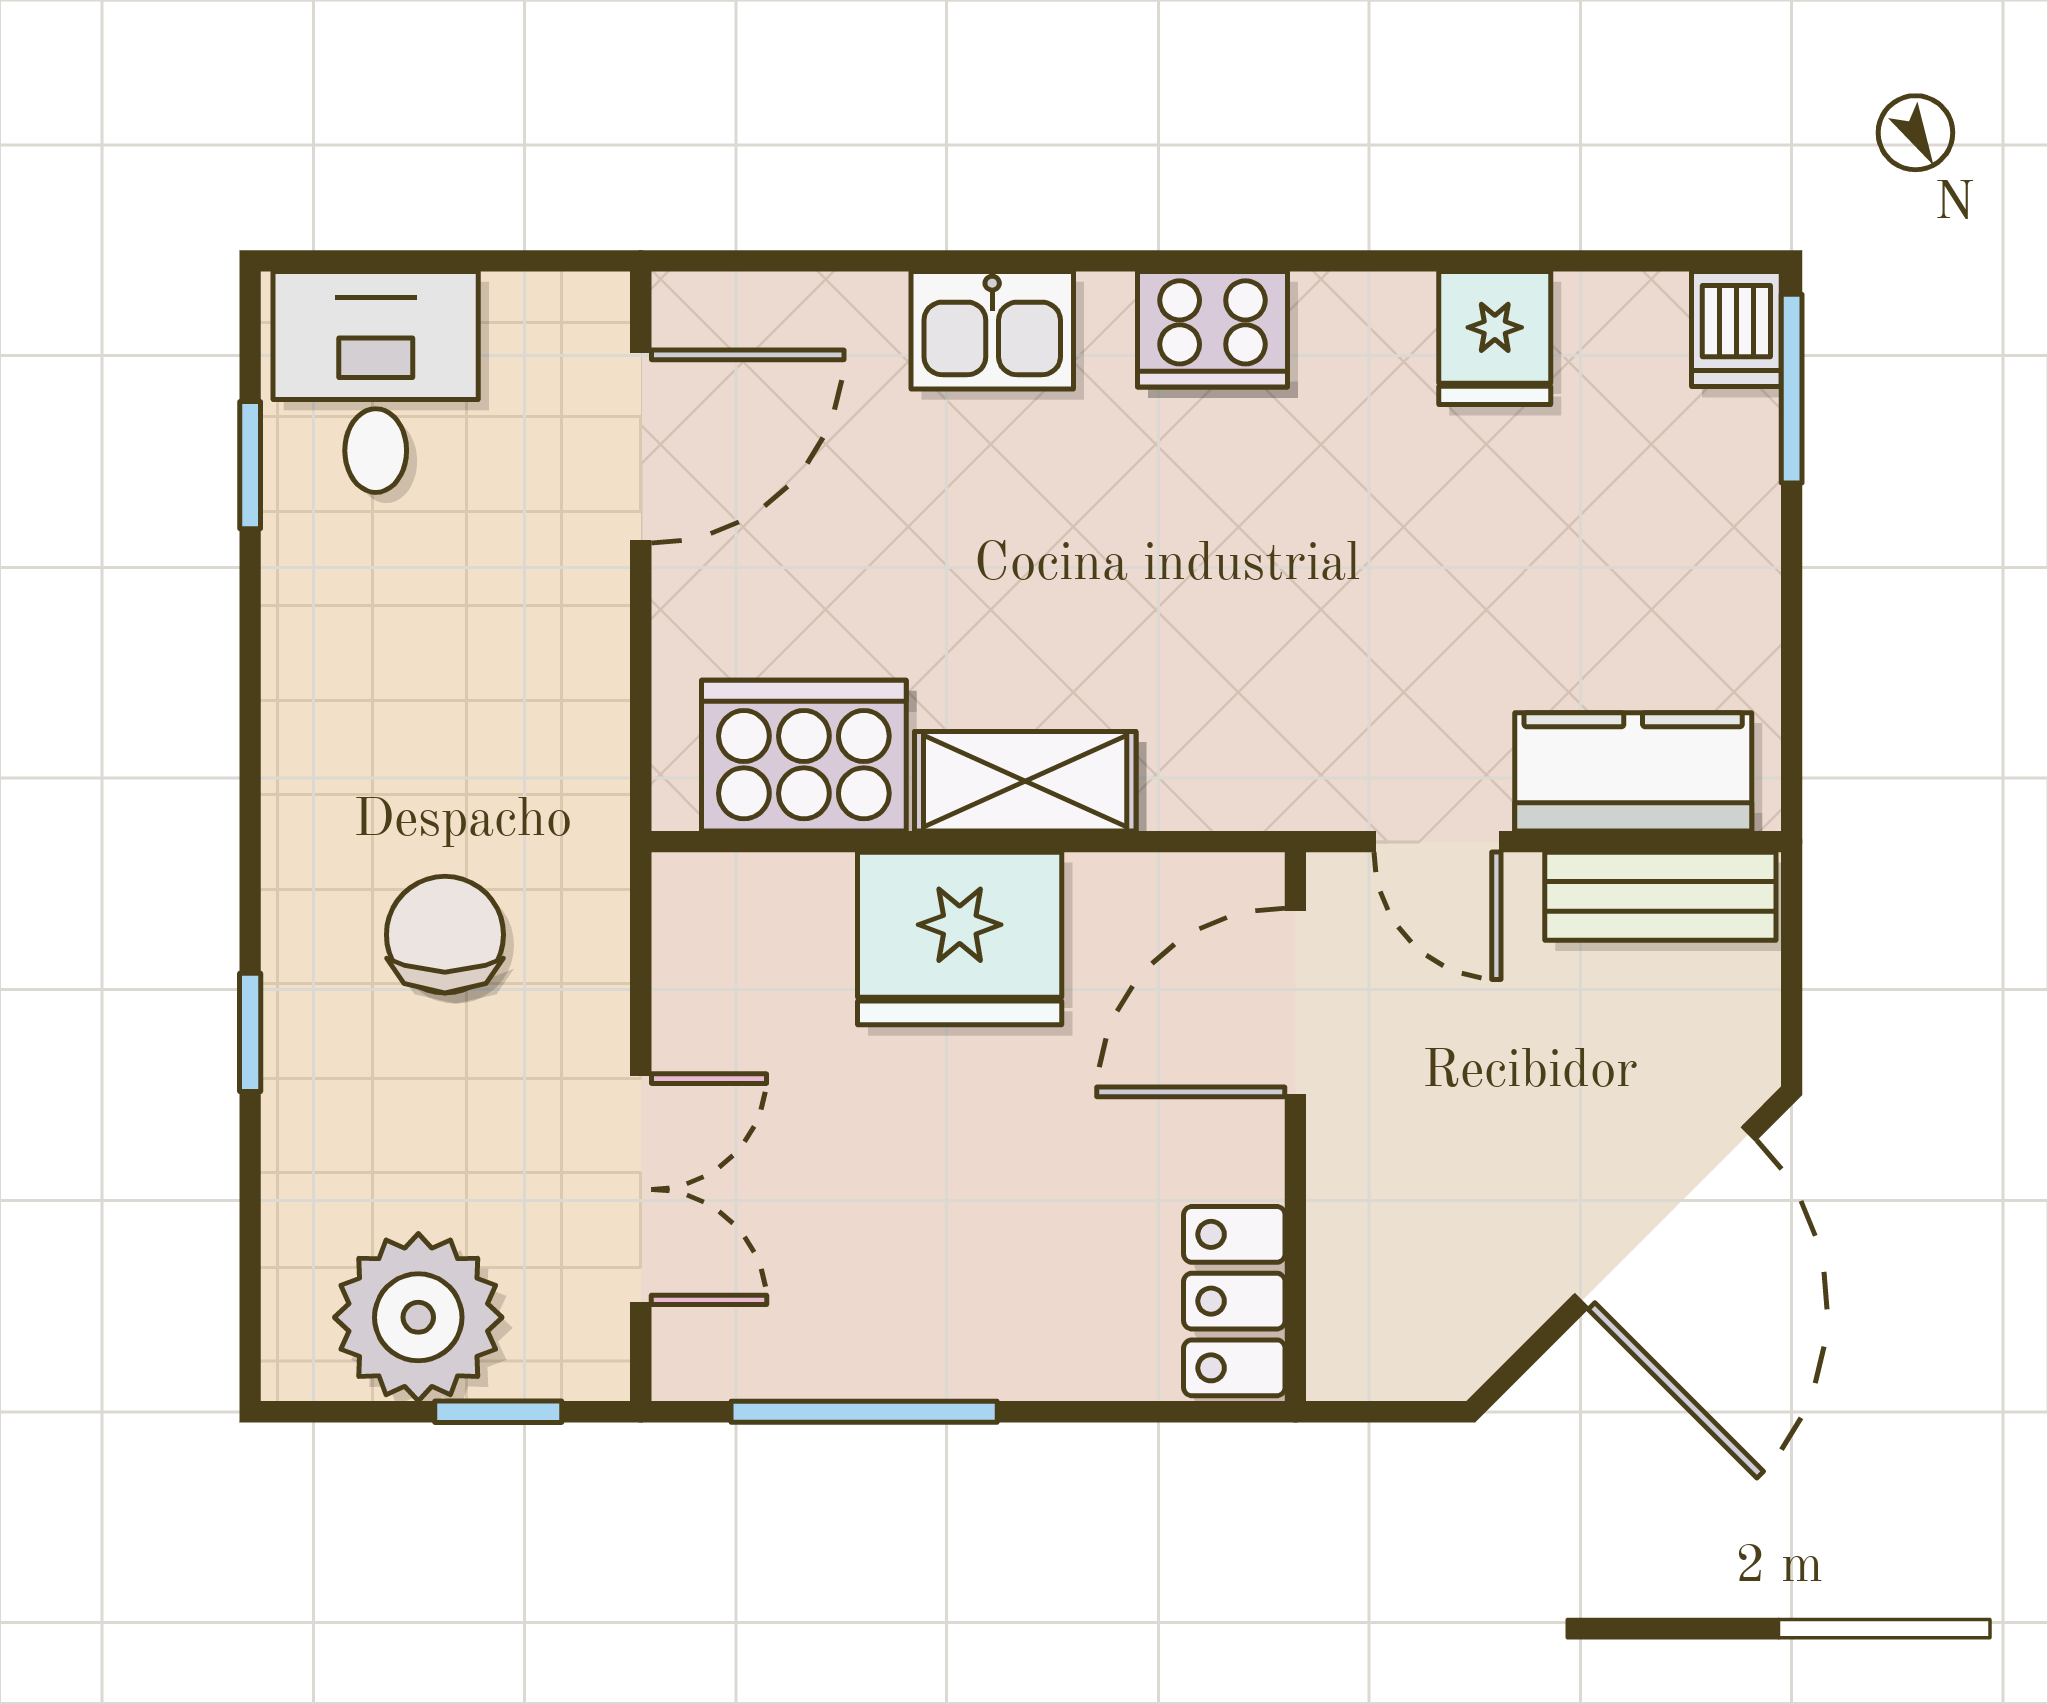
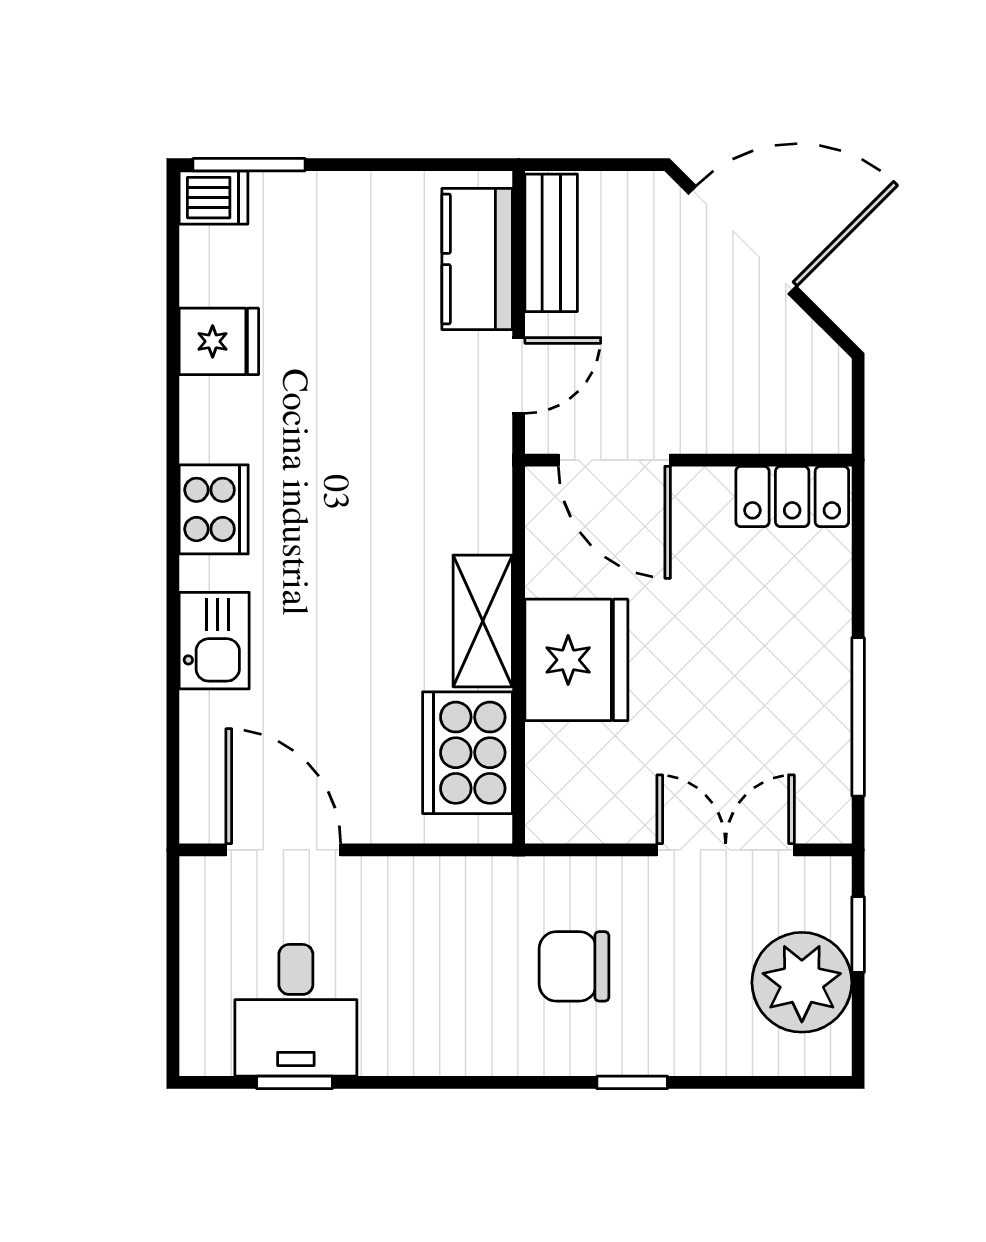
desk: (376, 382) -> (296, 1010), moved, turned -90

